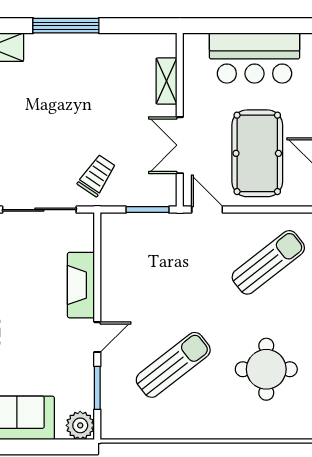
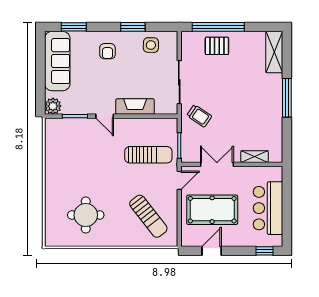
sun lounger: (173, 365) -> (148, 155), moved, turned -52

